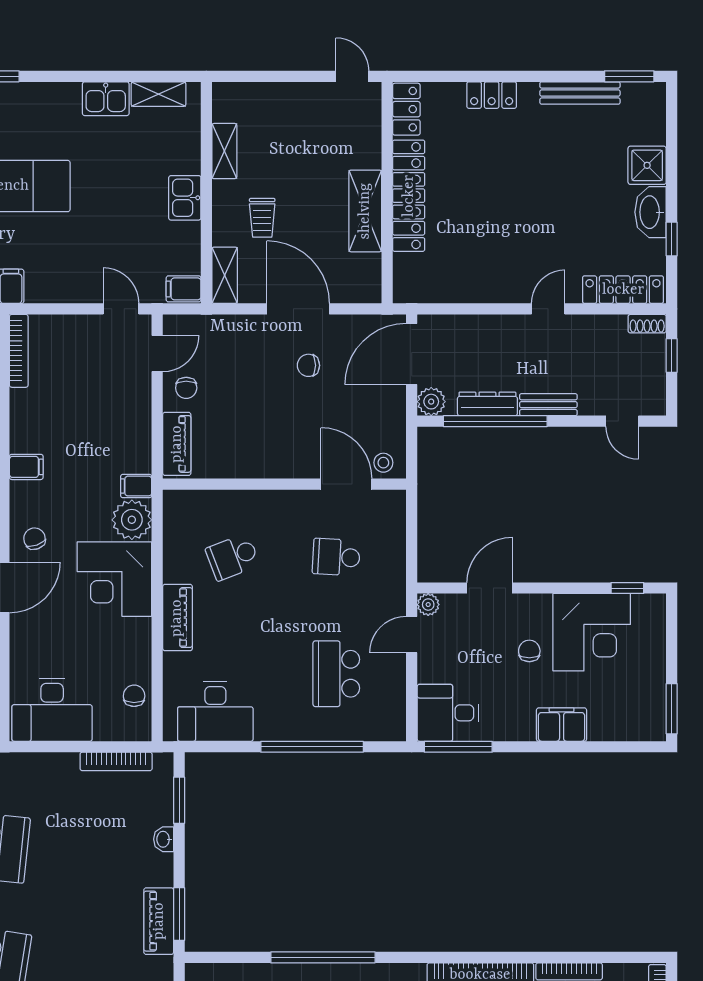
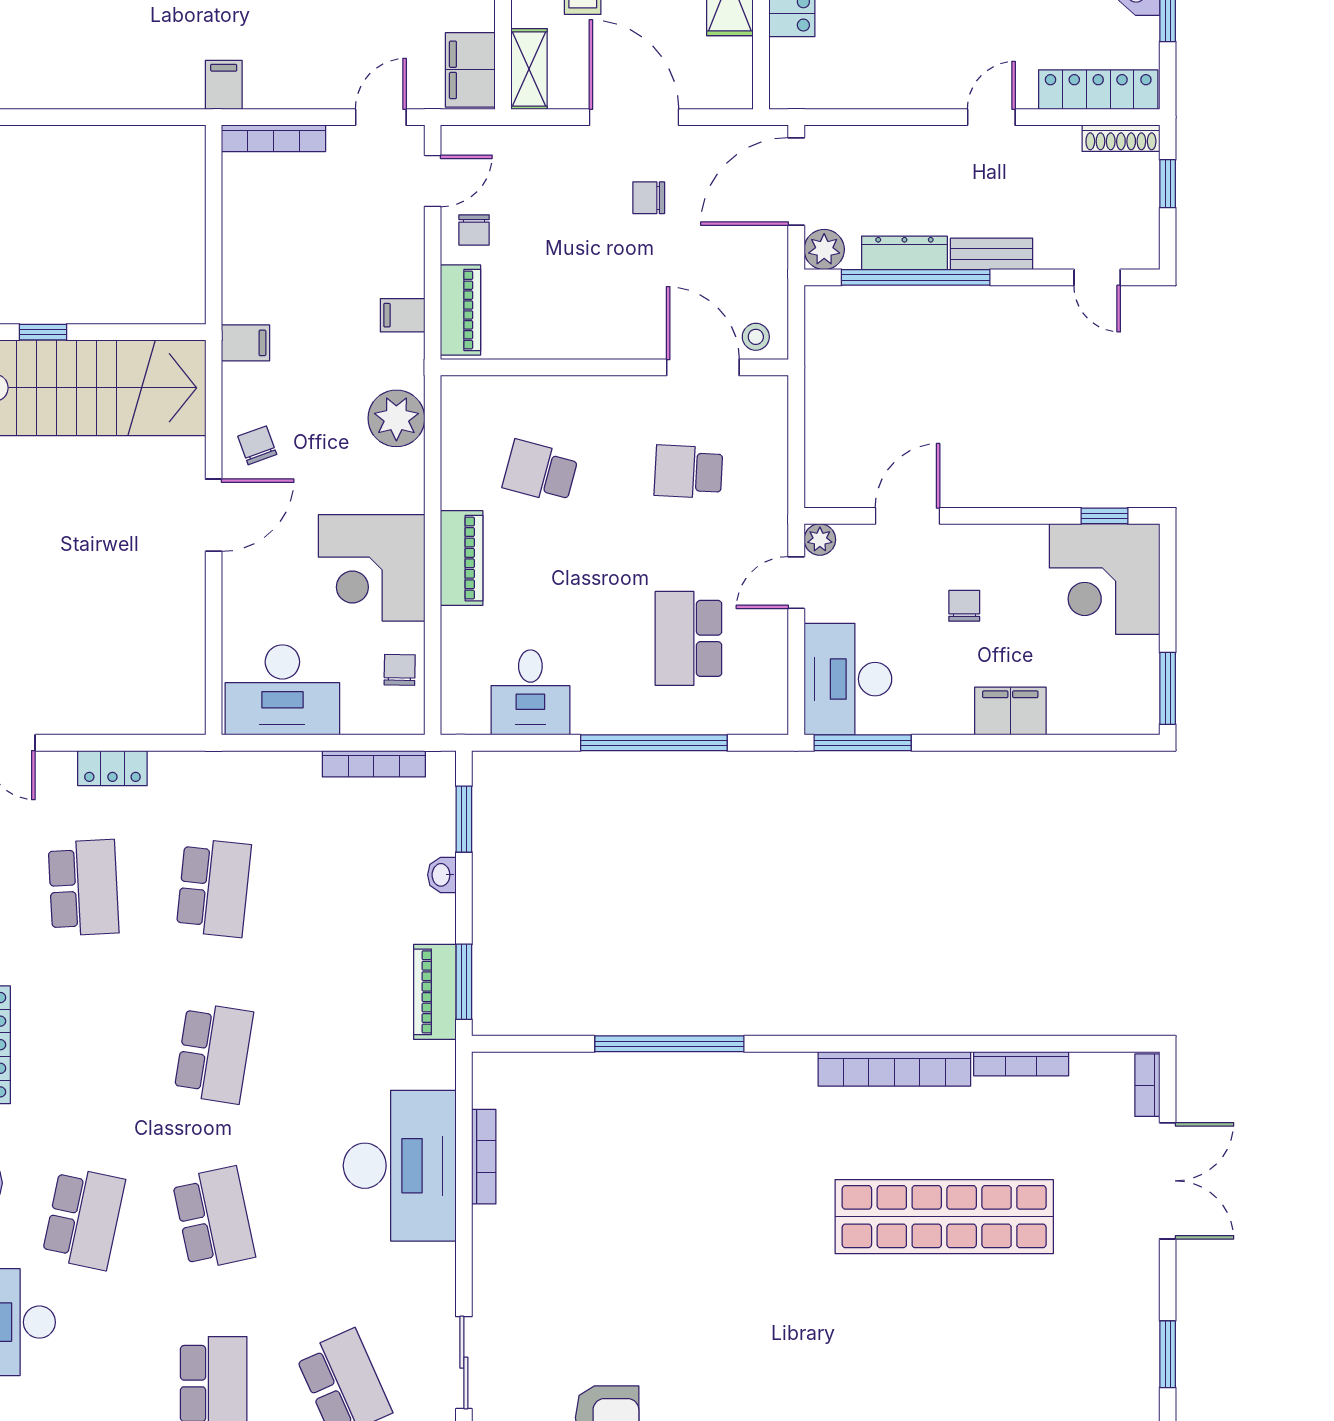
filing cabinet: (184, 289) -> (470, 70), width x2.00
door: (121, 309) -> (381, 117), hinge flipped
shoe rack: (647, 324) -> (1121, 138), width x1.43
bookcase: (19, 351) -> (274, 138), moved, turned 90
filing cabinet: (136, 486) -> (403, 315), moved
school desk: (233, 557) -> (540, 472), turned 36
corner desk: (114, 579) -> (372, 568), moved
corner desk: (592, 632) -> (1105, 579), moved, turned 90
desk: (215, 712) -> (530, 692), width x0.73
desk: (448, 713) -> (848, 679), width x1.37

